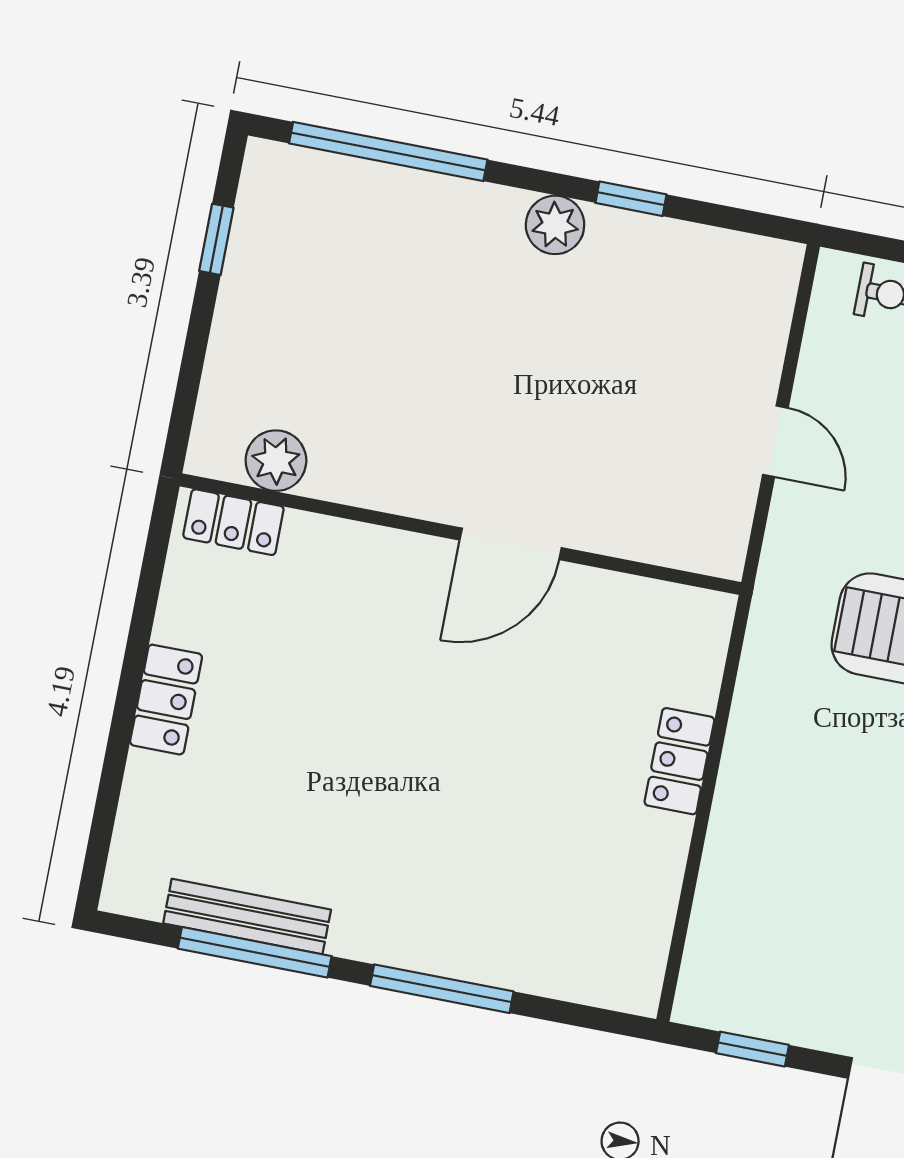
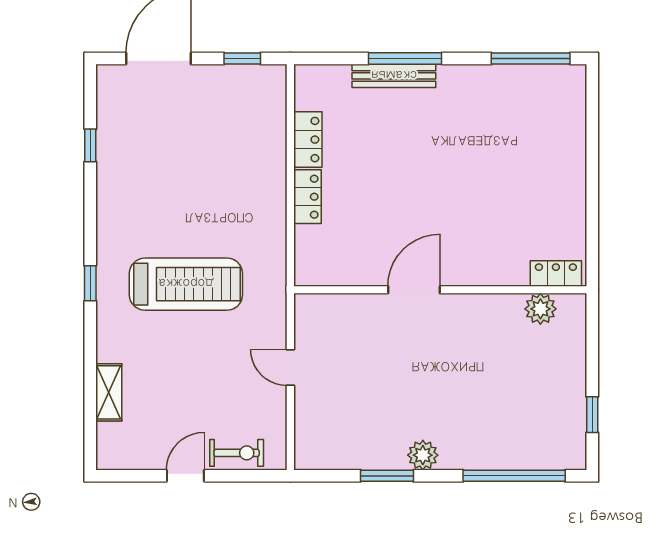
window: (631, 199) -> (387, 476), width x1.50
locker: (166, 700) -> (308, 140), moved, turned 180
bench: (247, 916) -> (394, 76), moved
window: (255, 952) -> (531, 59), moved

